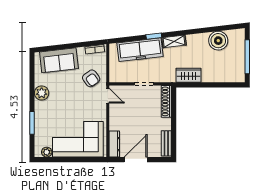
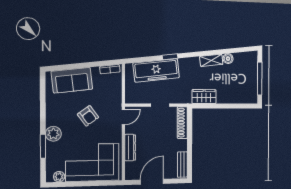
shelving: (174, 41) -> (211, 60), moved
boiler: (218, 41) -> (228, 59), width x0.54, depth x0.54
armchair: (91, 78) -> (88, 116), moved
plant: (42, 93) -> (53, 134), moved
door: (108, 96) -> (123, 117), hinge flipped
dresser: (114, 144) -> (130, 148), moved

